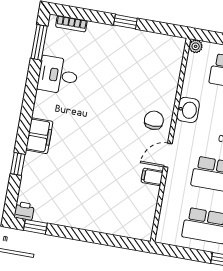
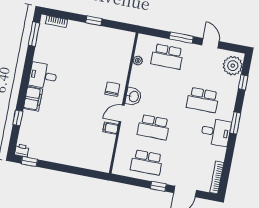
plant: (196, 46) -> (138, 61), moved
desk: (58, 75) -> (43, 76), moved
washbasin: (188, 110) -> (133, 96), moved

